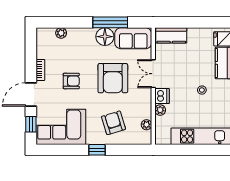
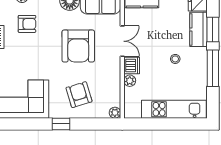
double door: (153, 74) -> (122, 41), swing flipped
armchair: (71, 81) -> (27, 24), moved
plant: (146, 125) -> (115, 113), moved

